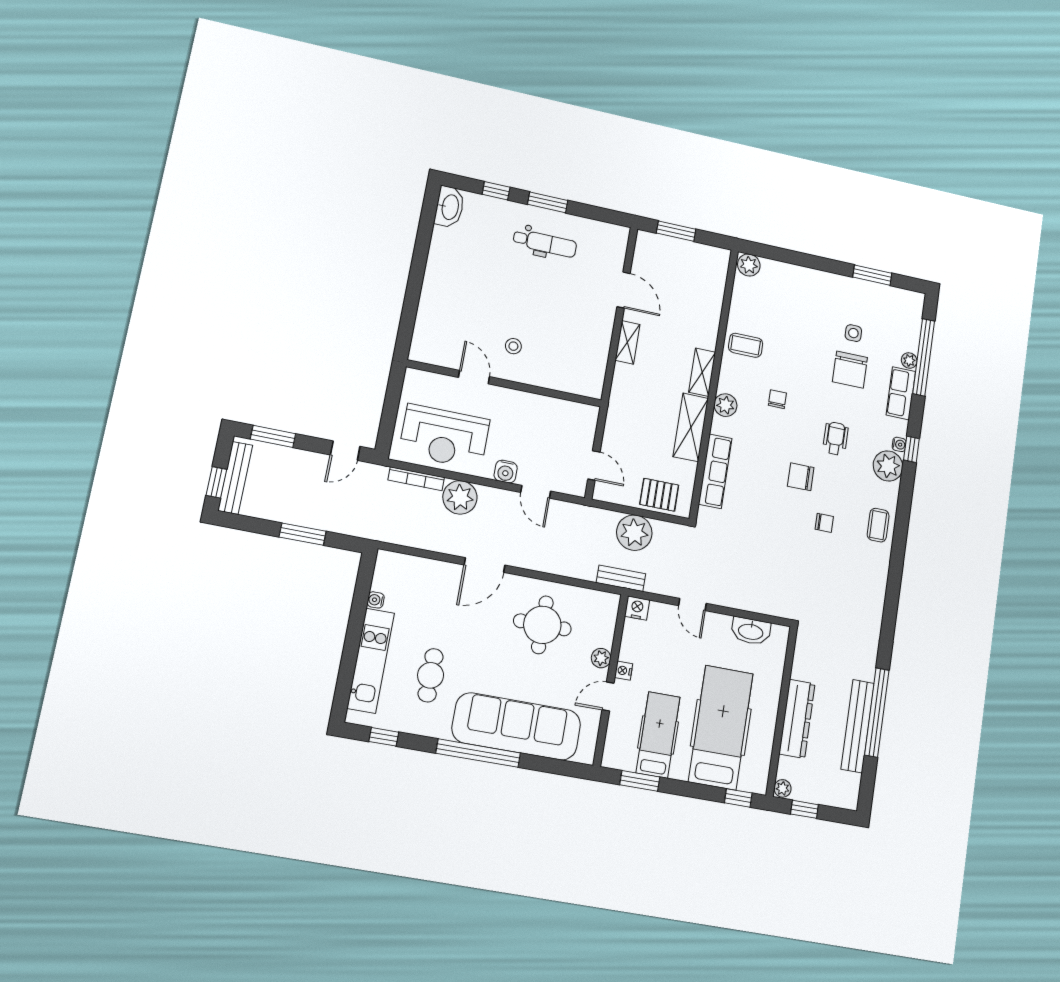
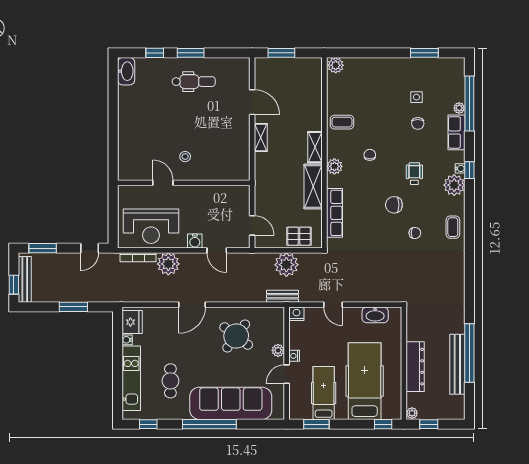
chair: (850, 370) -> (418, 123), width x0.54, depth x0.54
fridge: (389, 574) -> (132, 322), added
round table: (542, 625) -> (236, 336), turned 37

